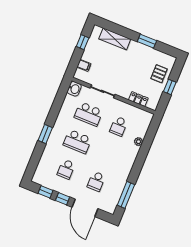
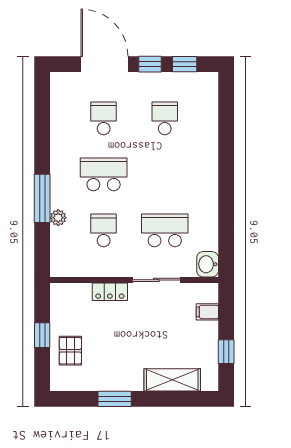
locker: (138, 99) -> (110, 292), moved
window: (45, 134) -> (226, 165), removed
school desk: (77, 142) -> (104, 174), moved
window: (126, 195) -> (42, 198), moved

